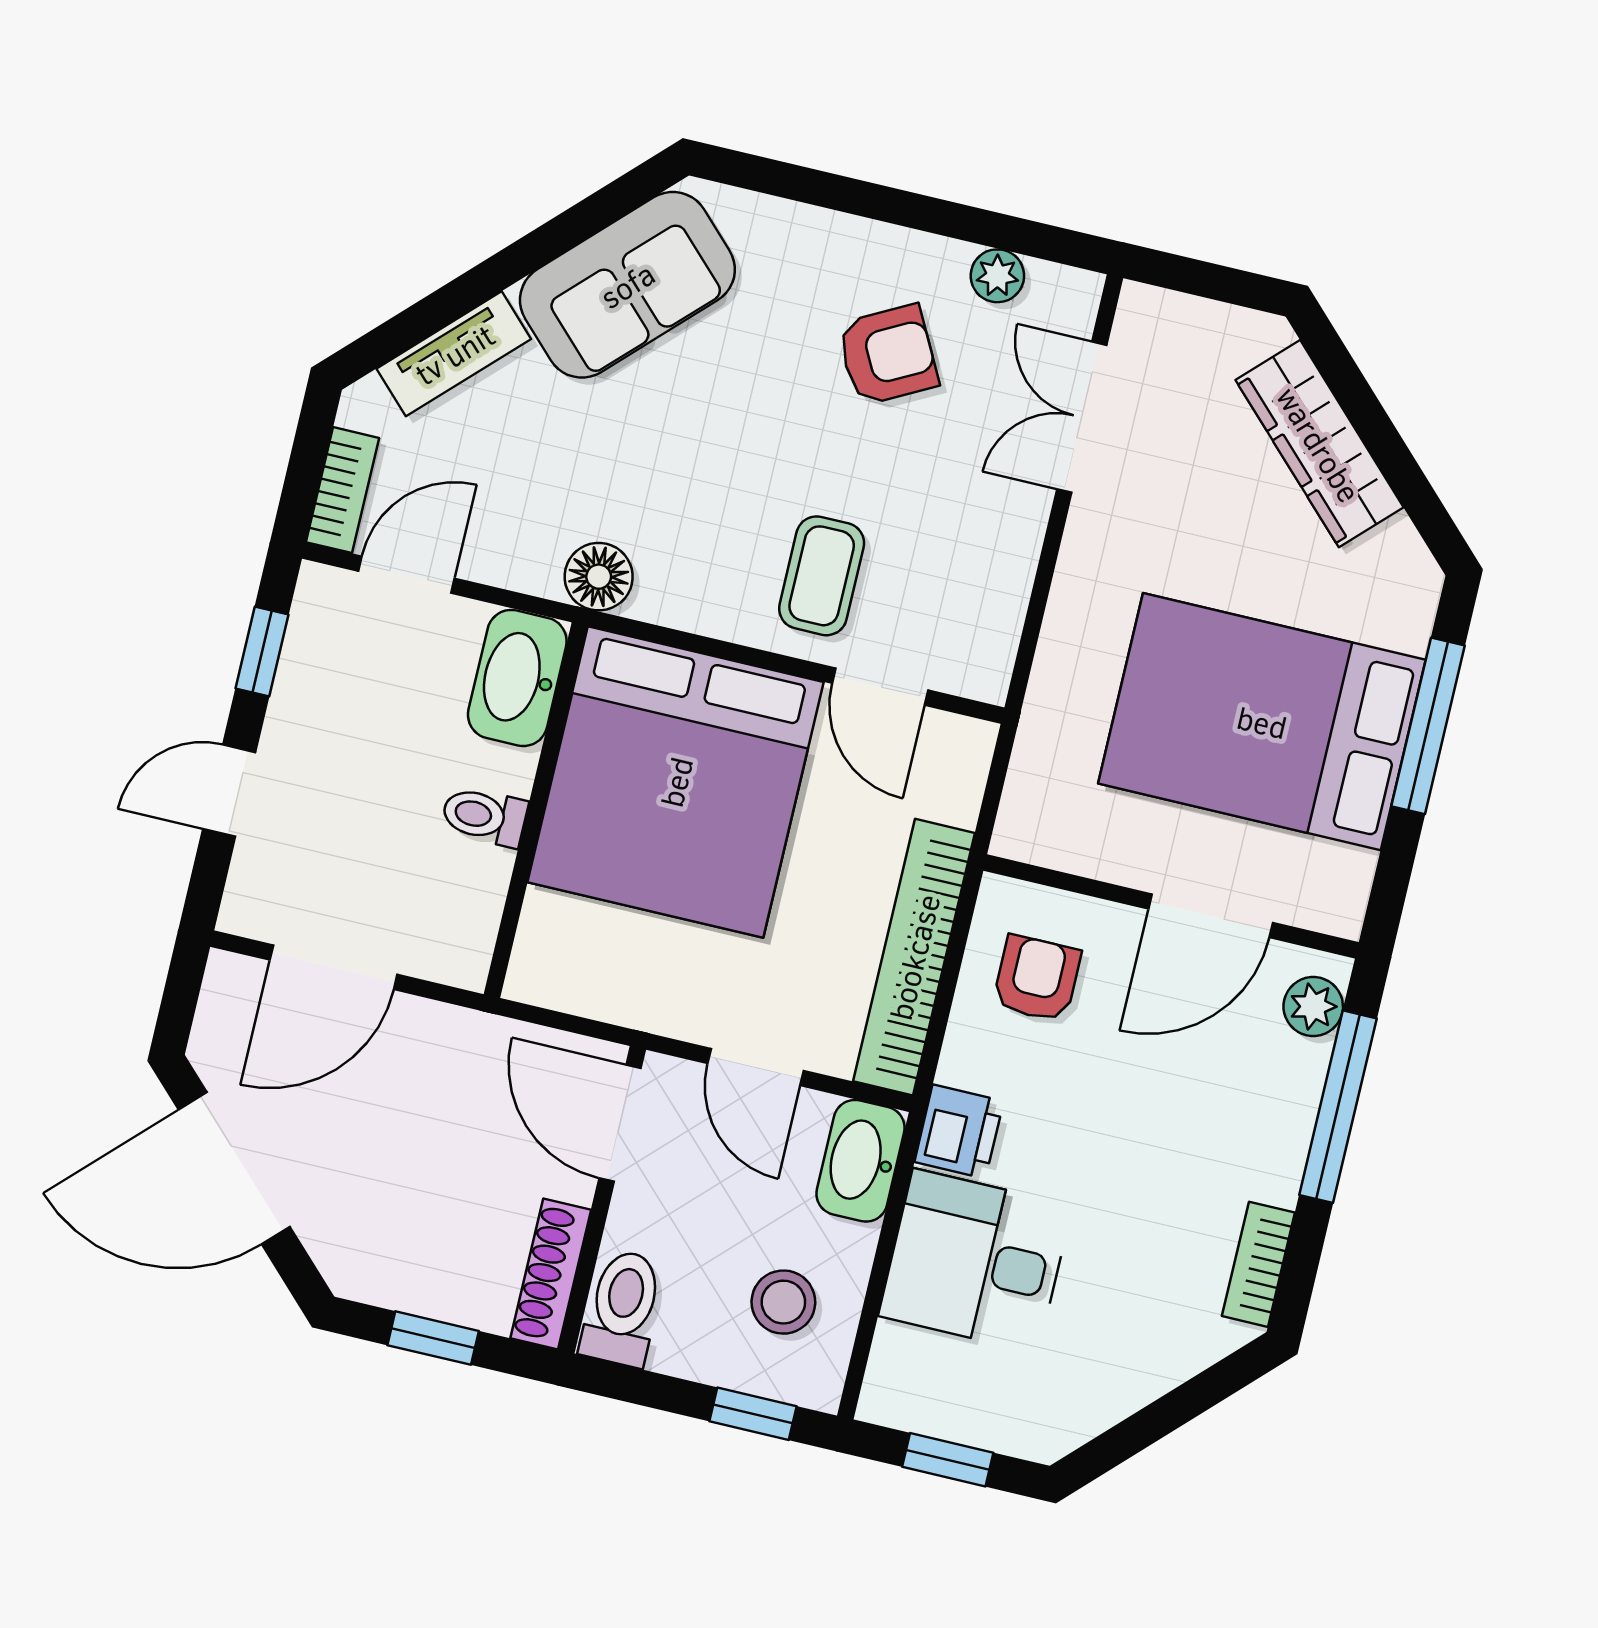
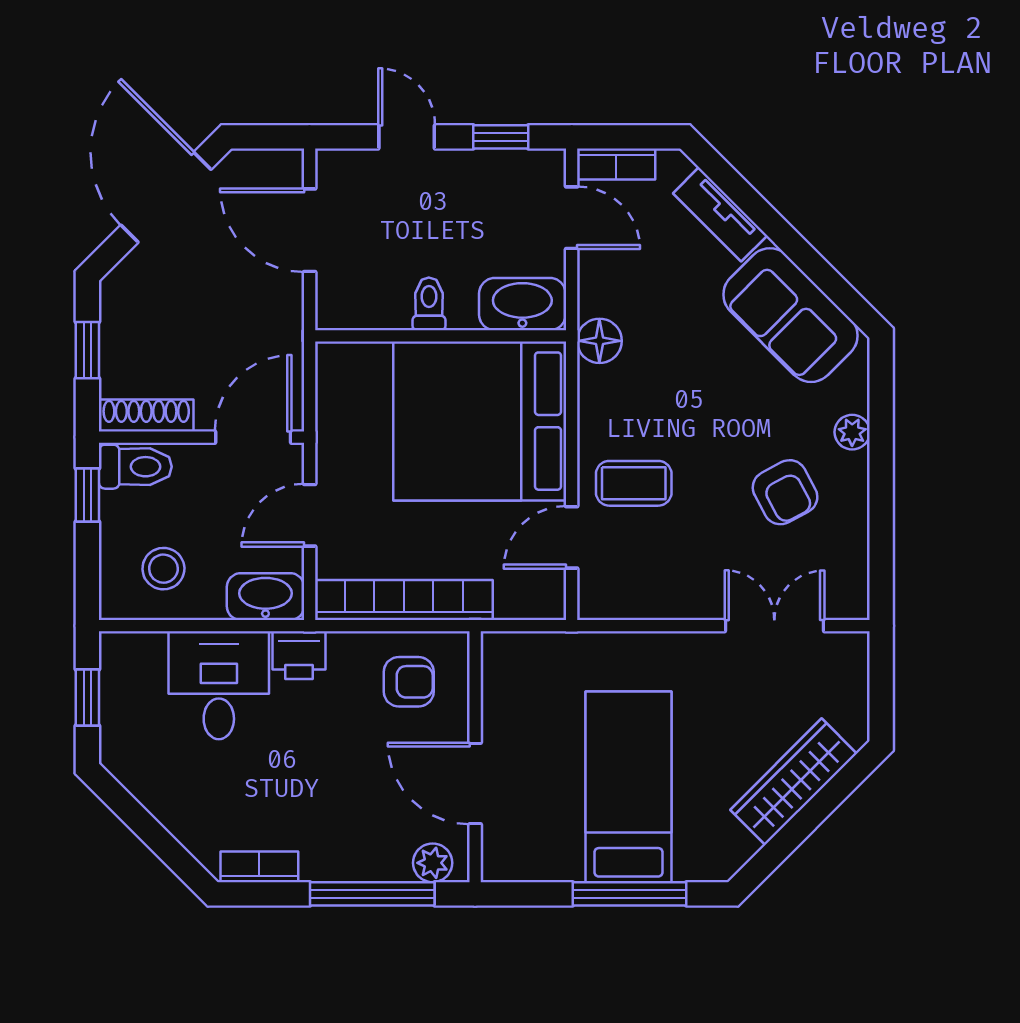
plant: (997, 276) -> (852, 432), moved
bed: (1262, 722) -> (628, 787), width x0.67
window: (753, 1414) -> (87, 495), moved

